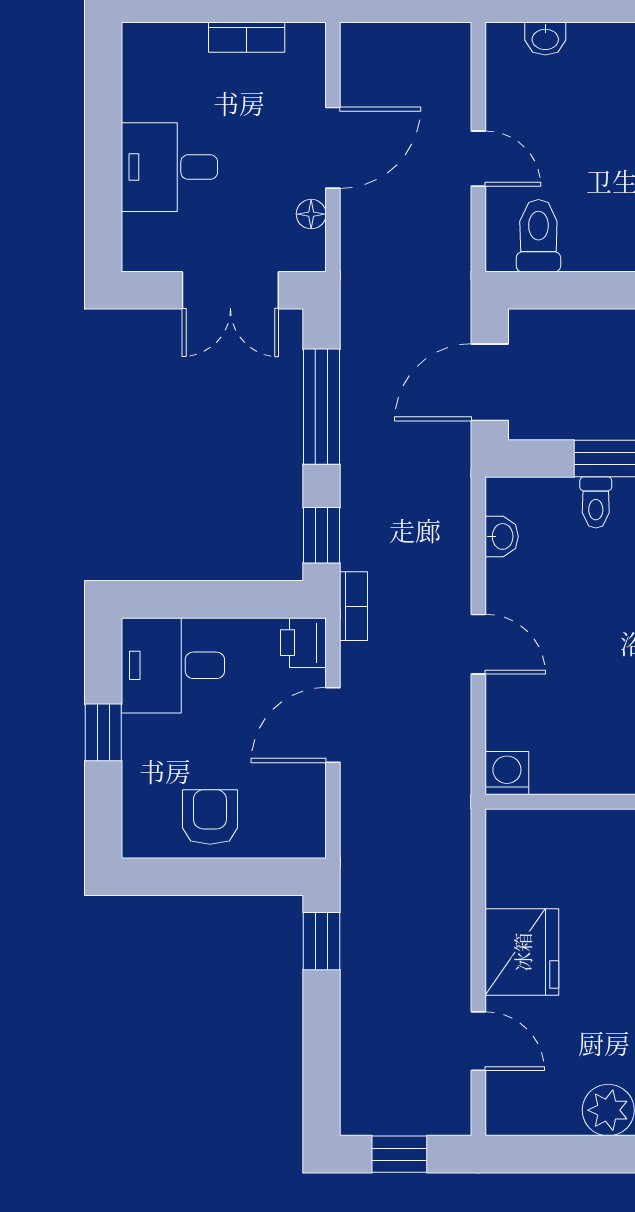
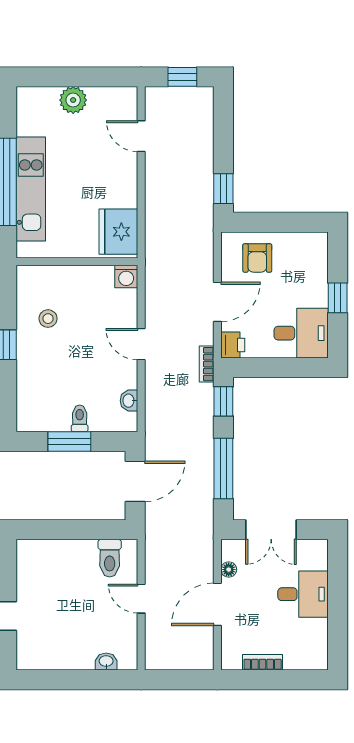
double door: (230, 290) -> (271, 530), swing flipped
armchair: (210, 817) -> (257, 258), moved
fridge: (522, 952) -> (118, 232), moved

